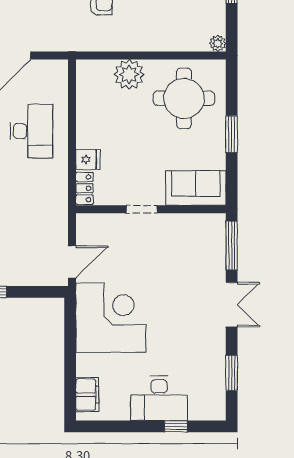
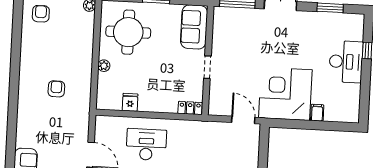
plant: (129, 74) -> (104, 66), width x0.53, depth x0.53
fridge: (88, 160) -> (130, 102), moved
filing cabinet: (87, 395) -> (317, 113), moved, width x0.50

